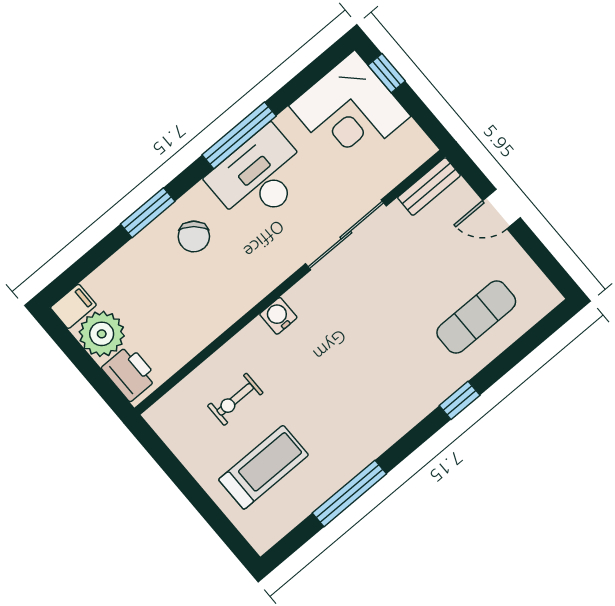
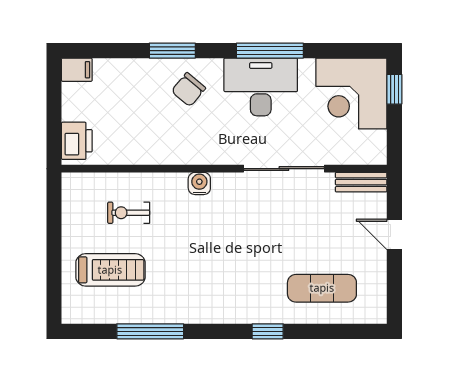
plant: (102, 334) -> (80, 102), removed

